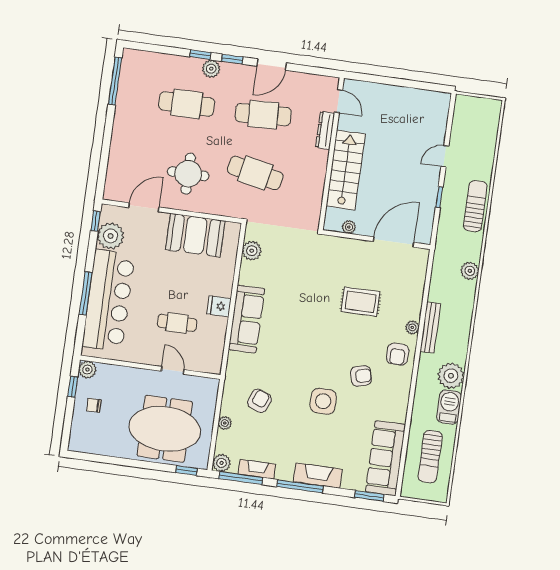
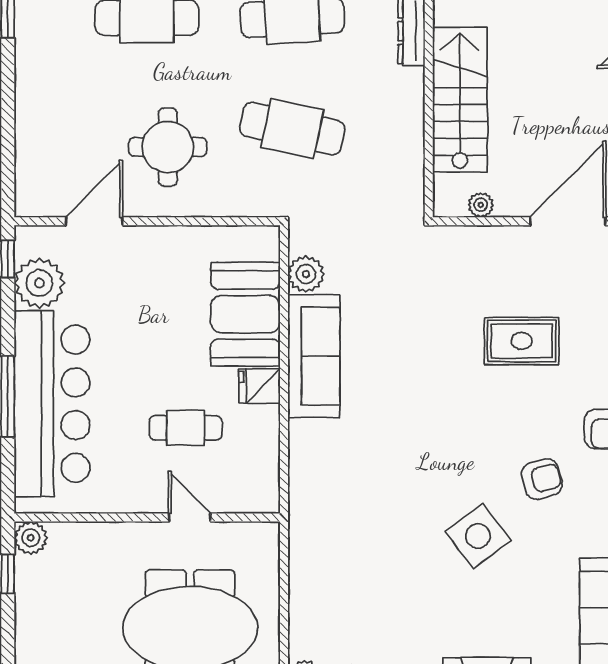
booth: (195, 235) -> (245, 314), moved, turned 90
sofa: (246, 319) -> (314, 356), moved
armchair: (259, 401) -> (359, 552), removed
side table: (323, 401) -> (478, 536), turned -37
chair: (94, 405) -> (52, 603), removed
plant: (225, 423) -> (300, 602), removed

